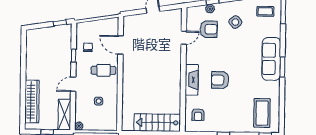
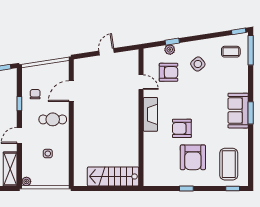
door: (184, 38) -> (141, 82), hinge flipped
door: (121, 45) -> (71, 91), hinge flipped
sofa: (271, 59) -> (238, 111), width x0.73
fireplace: (192, 80) -> (150, 114), moved
armchair: (198, 115) -> (193, 157), moved, width x1.88, depth x1.88

